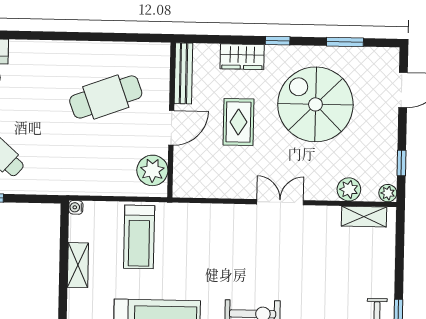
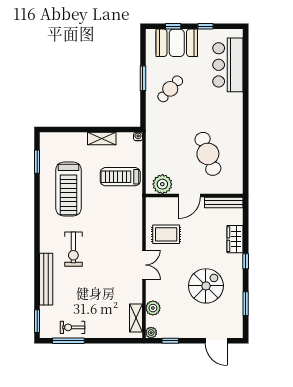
spiral stairs: (315, 104) -> (206, 286), width x0.73, depth x0.73
rug: (238, 122) -> (166, 234), moved
door: (171, 128) -> (189, 195), hinge flipped

